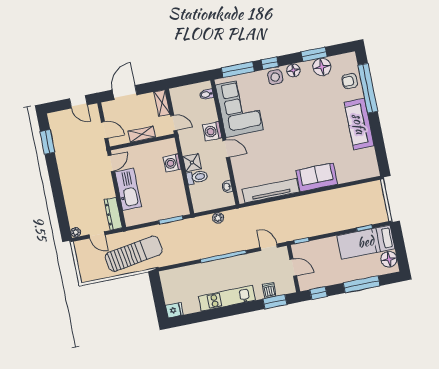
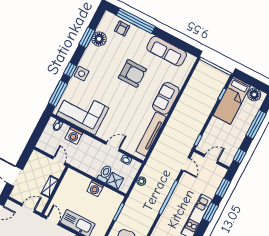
floor lamp: (293, 70) -> (87, 59), removed
shelving: (162, 103) -> (40, 158), removed
door: (174, 123) -> (59, 161), hinge flipped
sofa: (359, 124) -> (167, 51), moved
armchair: (315, 126) -> (132, 73), added
washing machine: (212, 131) -> (74, 136), moved
door: (226, 149) -> (113, 147), moved
washing machine: (172, 163) -> (95, 188), moved
shower: (192, 163) -> (115, 181), moved
door: (269, 247) -> (186, 164), swing flipped
dishwasher: (269, 290) -> (213, 186), removed
window: (242, 308) -> (210, 212), added

